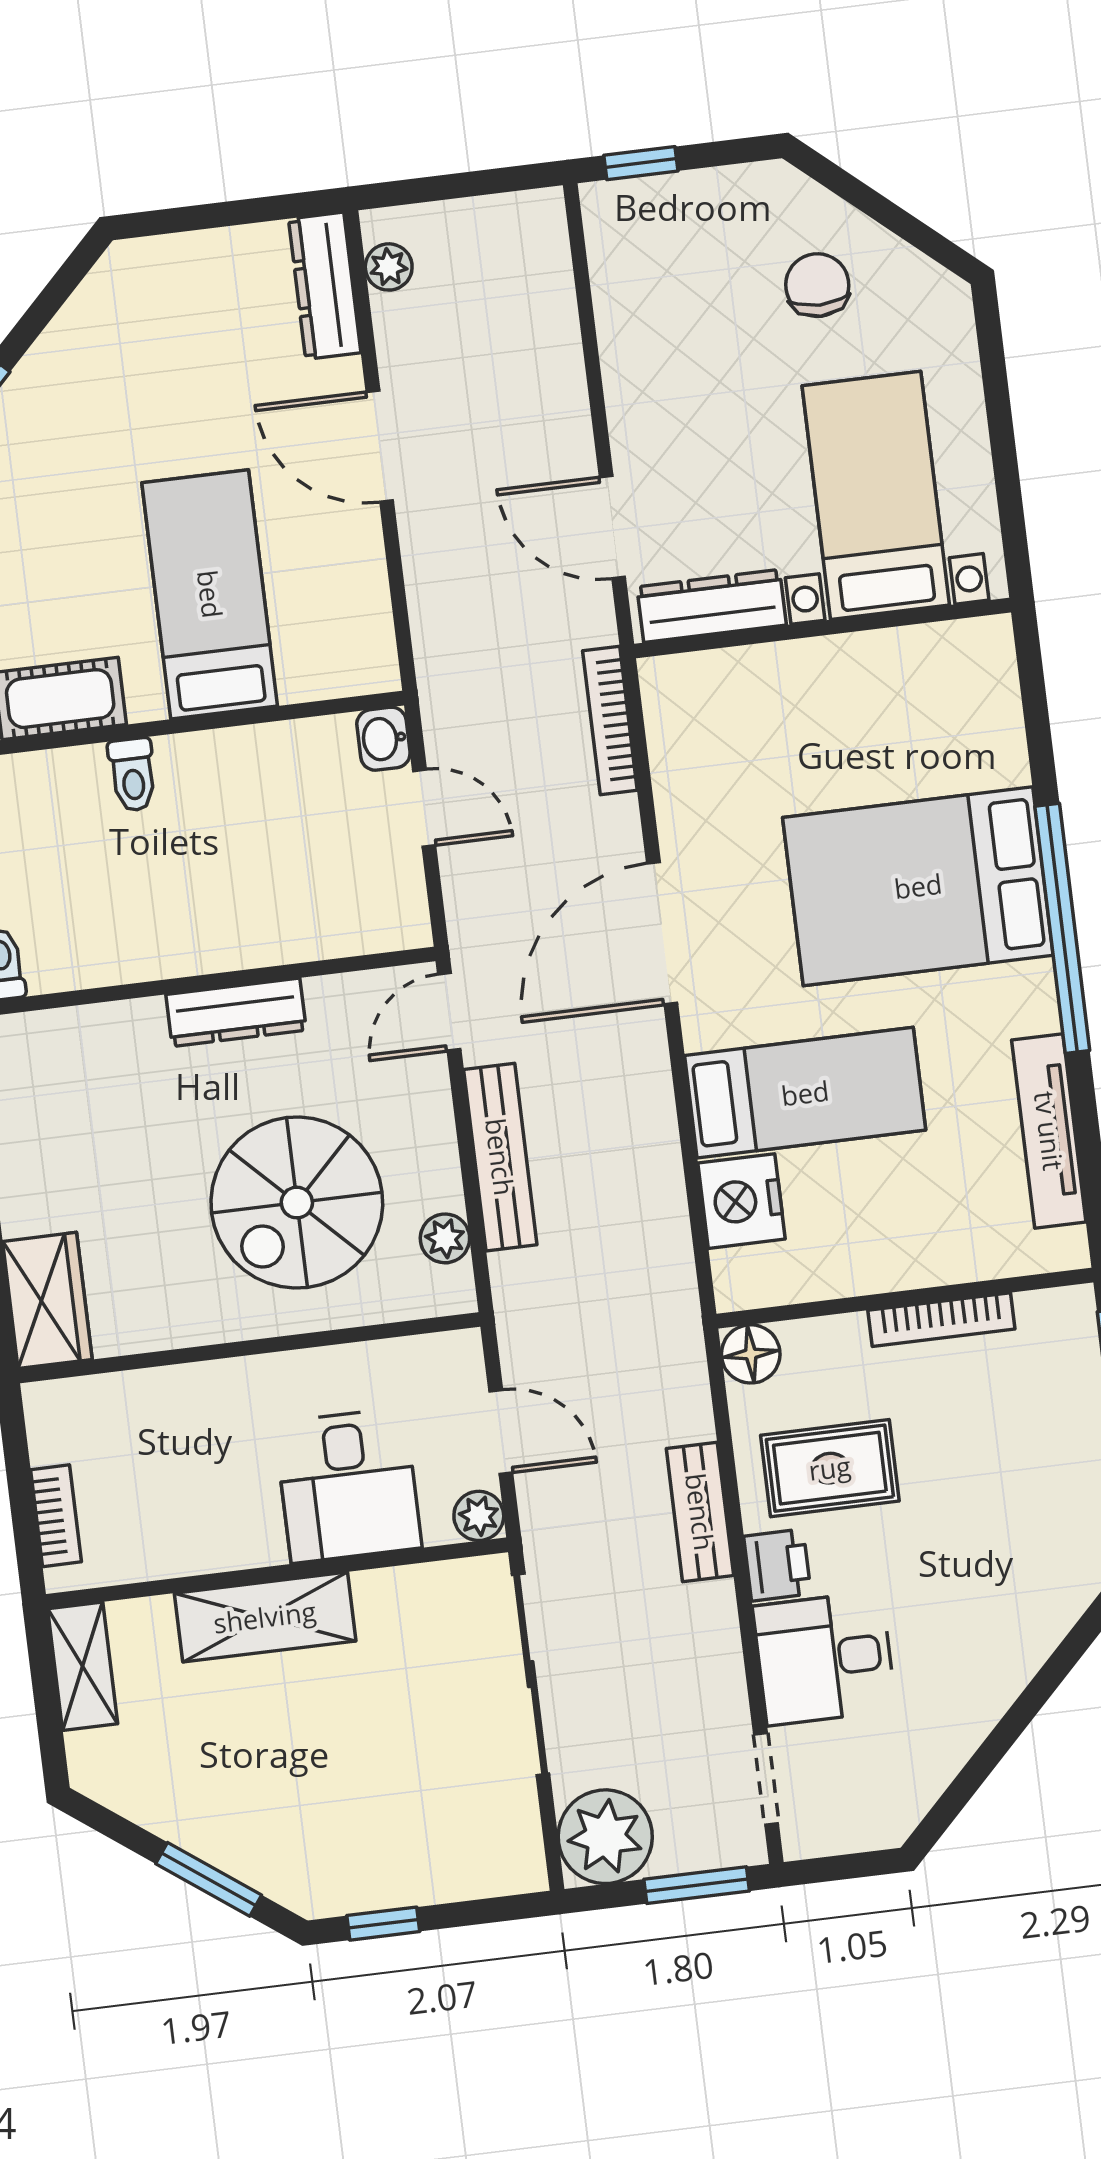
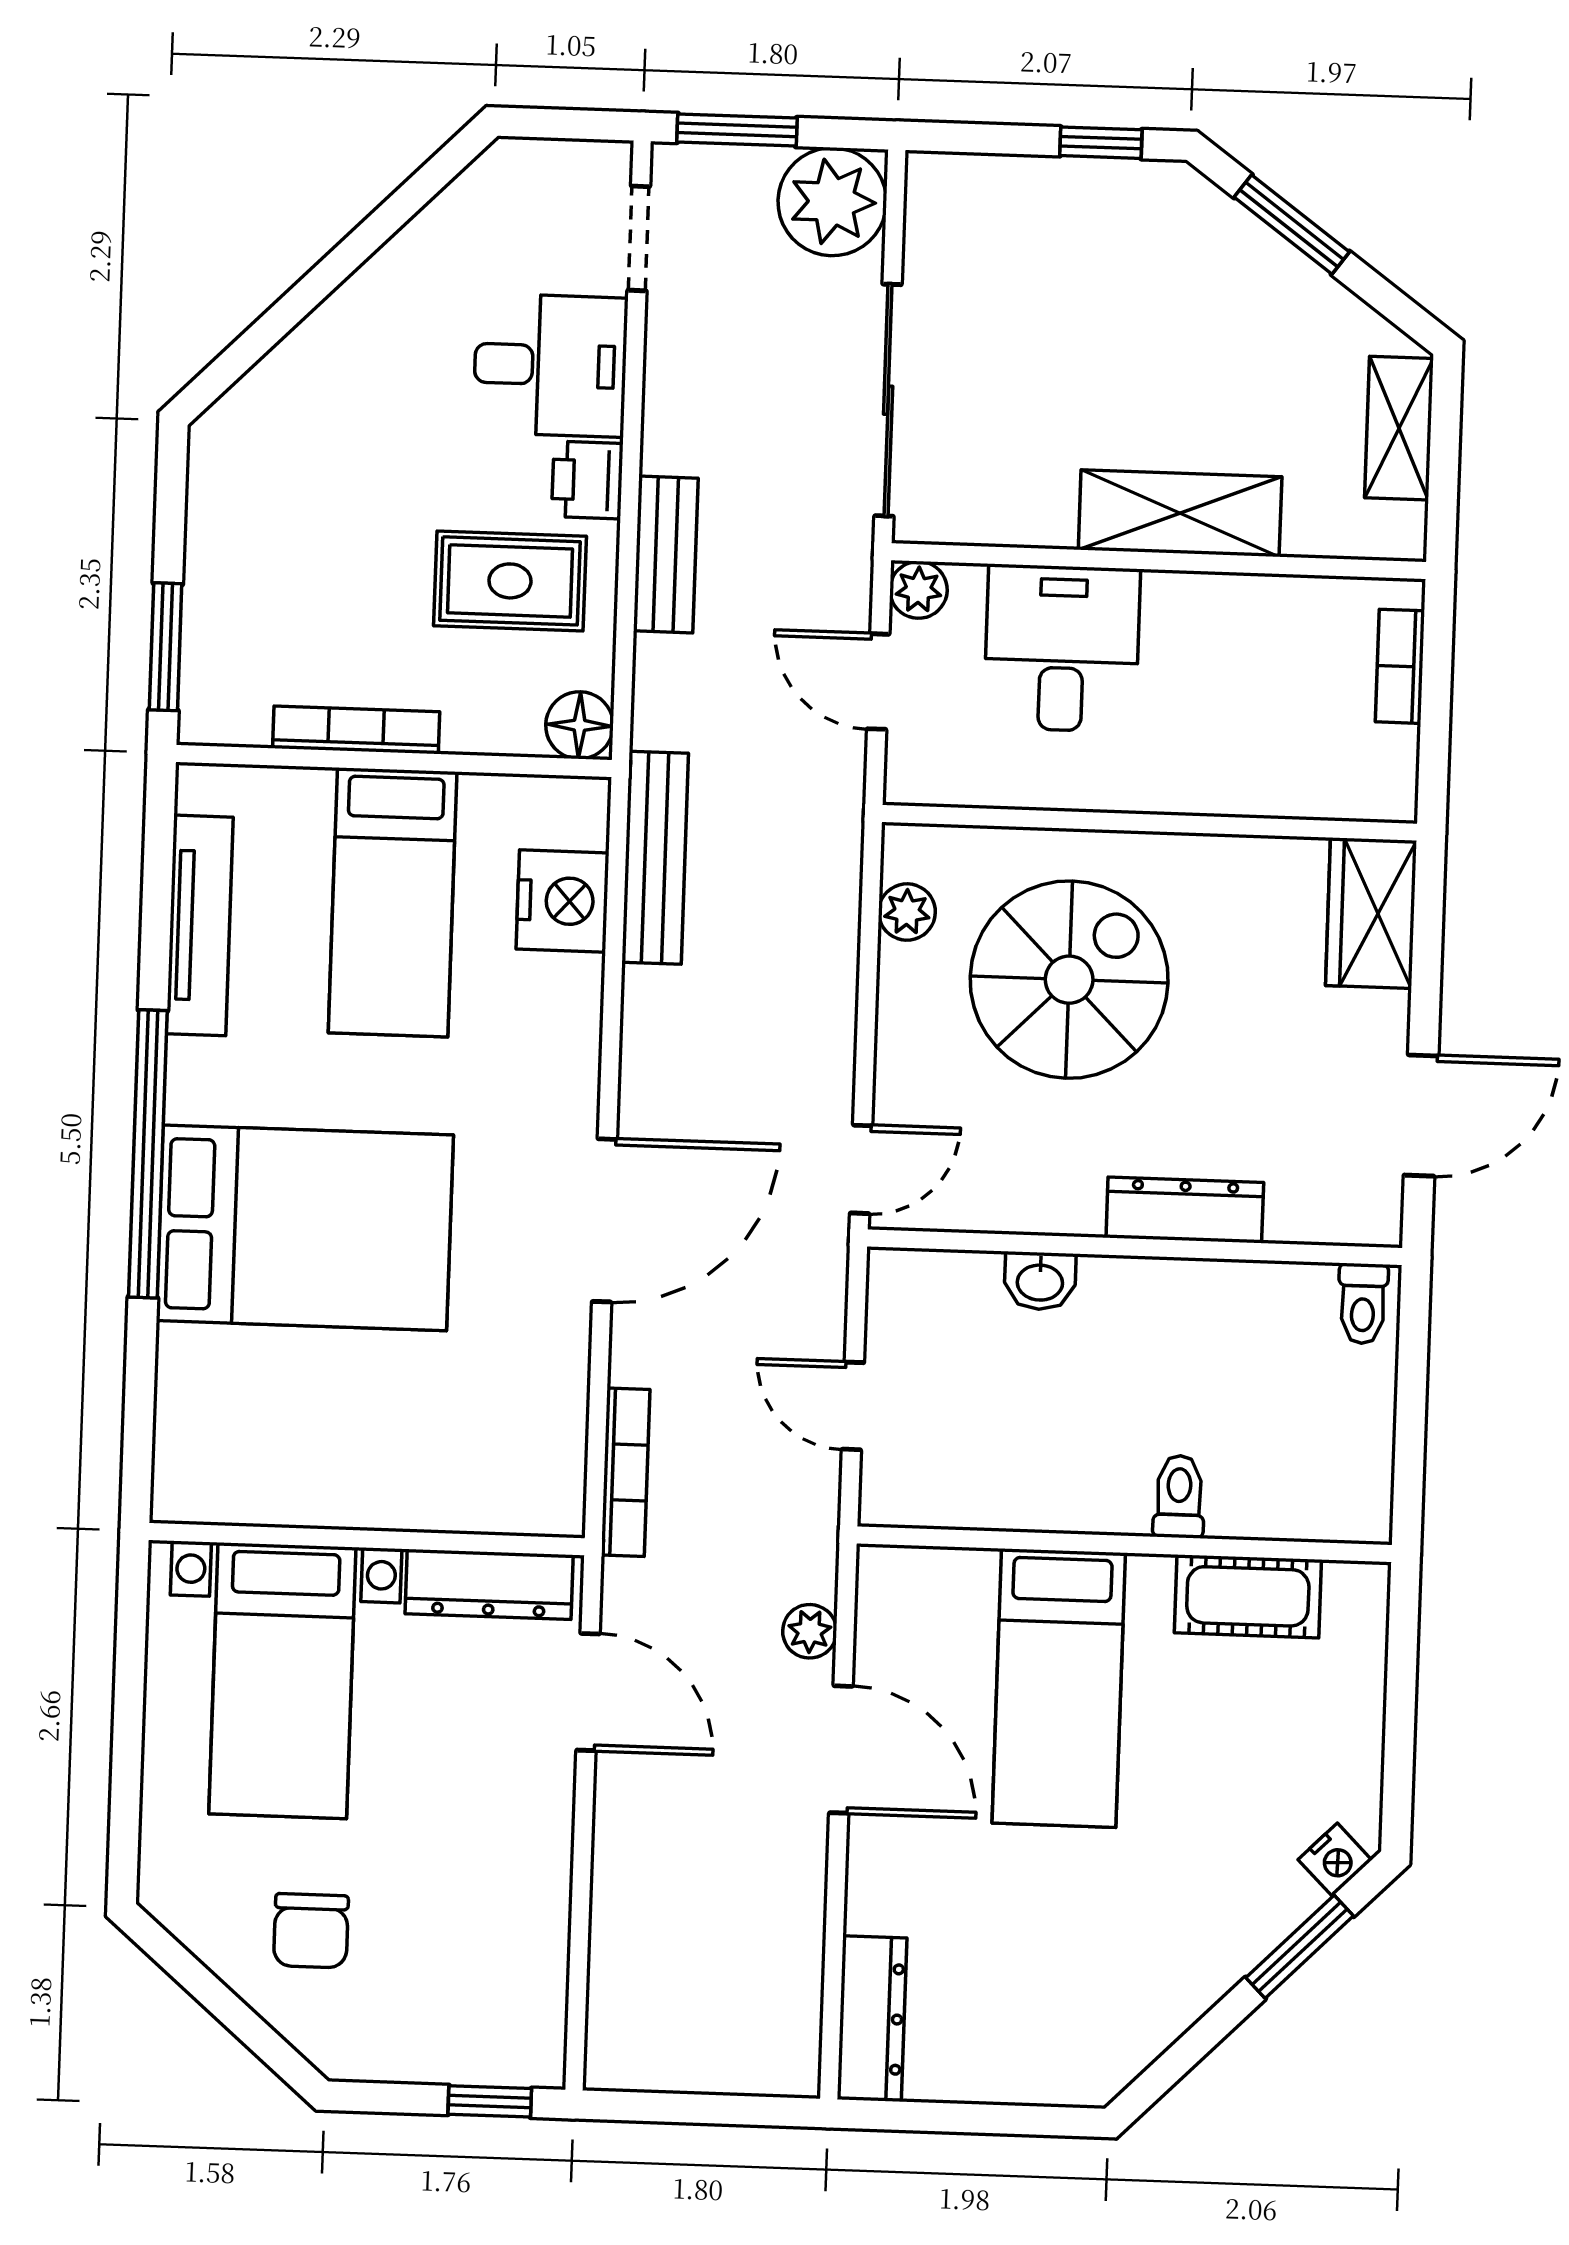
plant: (389, 267) -> (810, 1631), moved
door: (380, 446) -> (841, 1749), moved
washbasin: (383, 739) -> (1040, 1281), moved, turned 90
dresser: (236, 1012) -> (1185, 1210), moved
bed: (805, 1093) -> (393, 902), moved, turned -90
bench: (500, 1157) -> (655, 858), moved
shelving: (83, 1666) -> (1399, 428), moved

